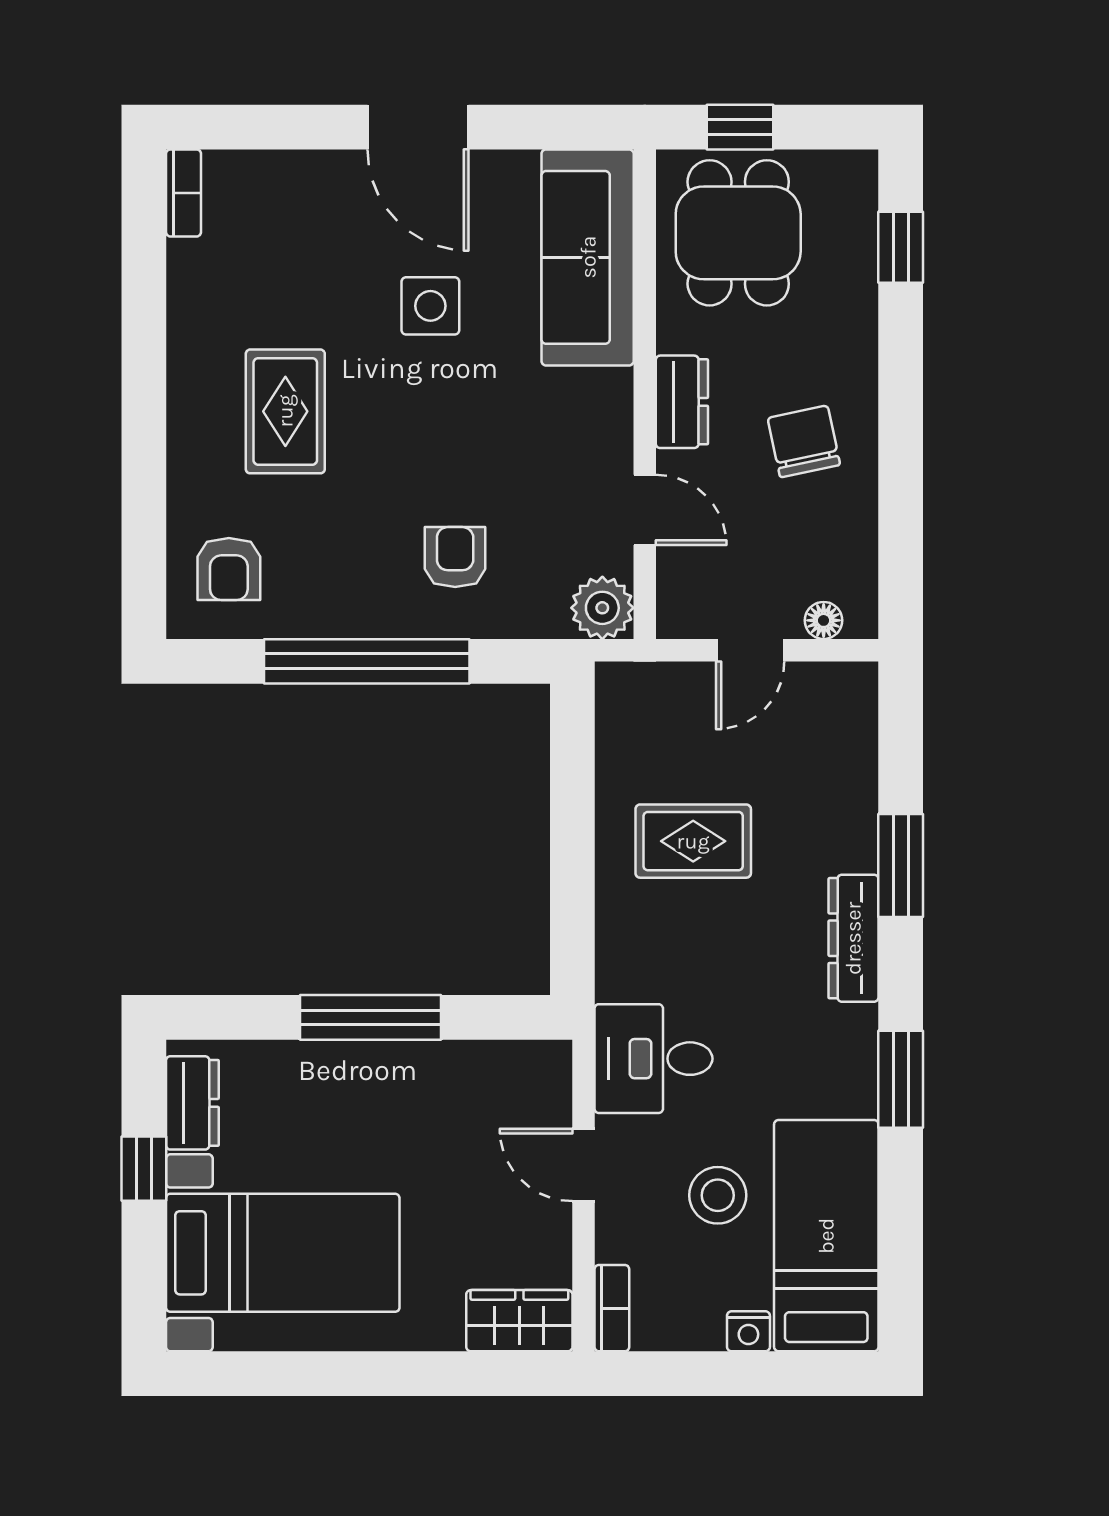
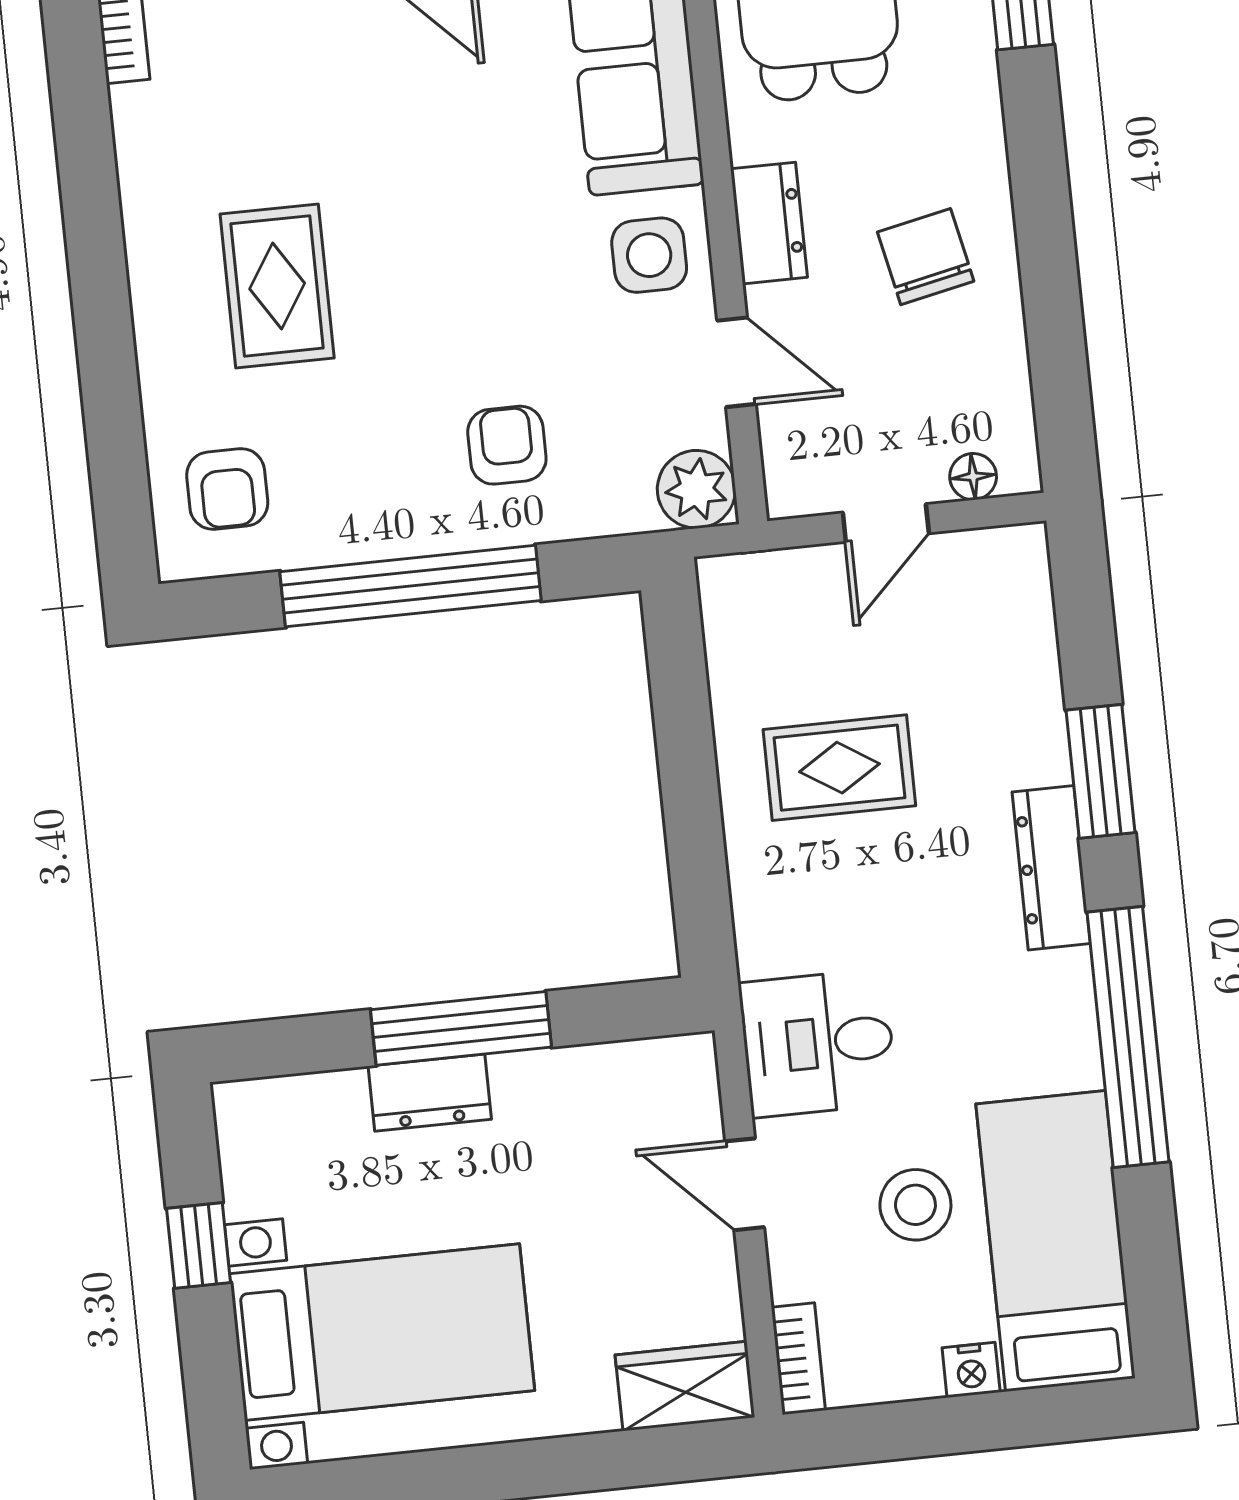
side table: (430, 306) -> (649, 255), moved
window: (901, 1079) -> (1128, 1037), width x2.11
dresser: (192, 1103) -> (430, 1093), moved, turned 90

